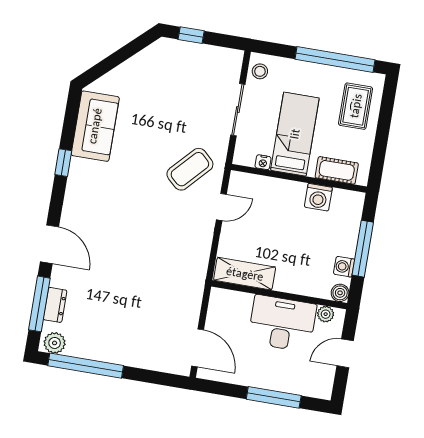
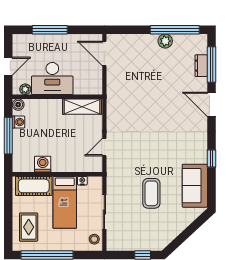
coffee table: (190, 169) -> (151, 193), moved, turned -43
cot: (337, 170) -> (34, 186), width x1.37, depth x1.34
plant: (55, 343) -> (165, 41), moved

